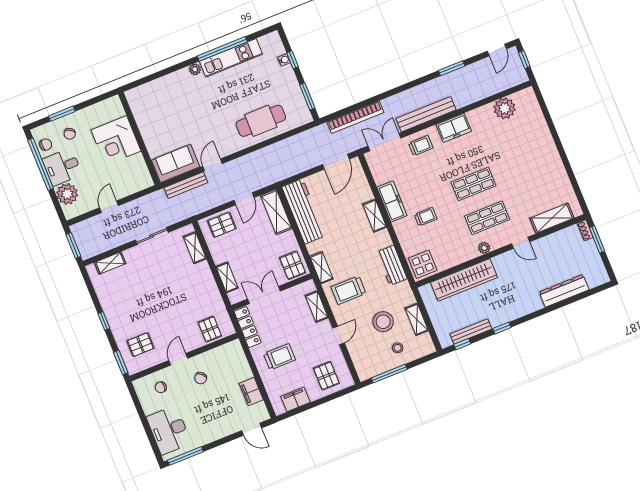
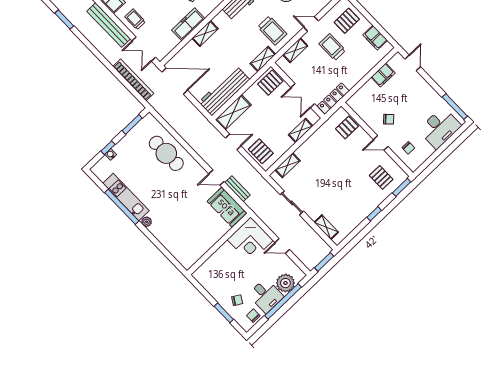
corner desk: (116, 141) -> (250, 240), moved, turned 90
door: (336, 162) -> (175, 81), width x1.36
window: (41, 164) -> (283, 301), moved
bench: (186, 185) -> (238, 189), width x0.73
trolley: (279, 357) -> (332, 47), moved

